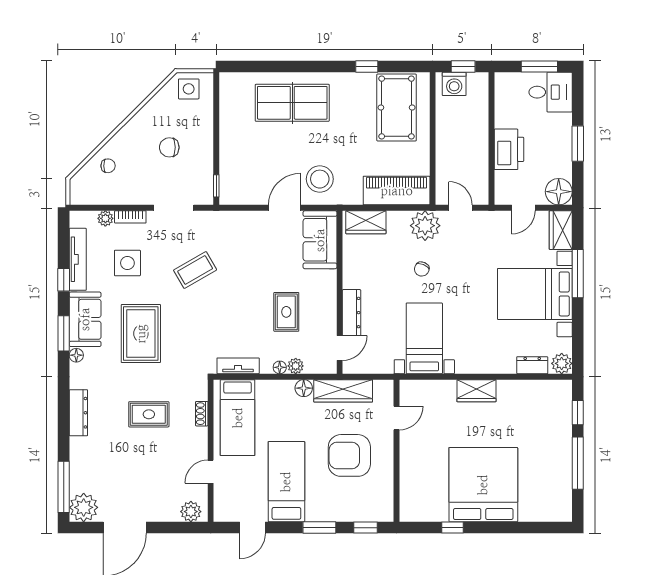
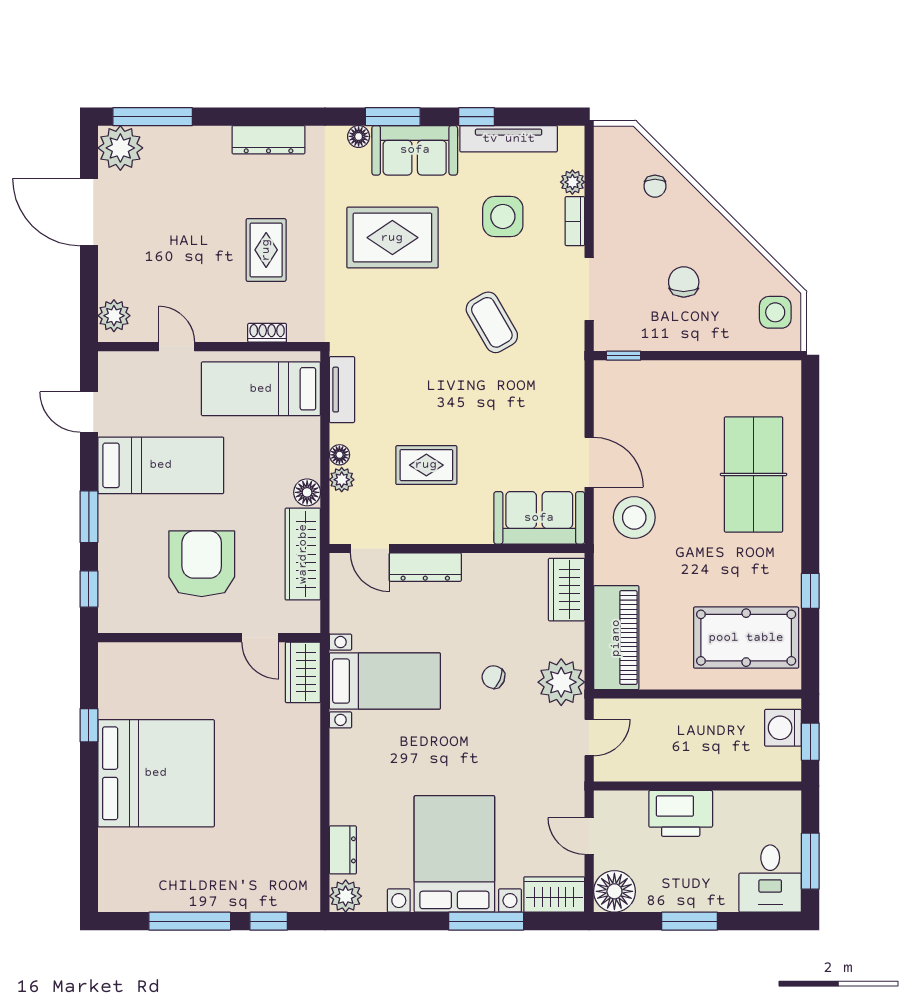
wardrobe: (476, 391) -> (303, 672), moved

